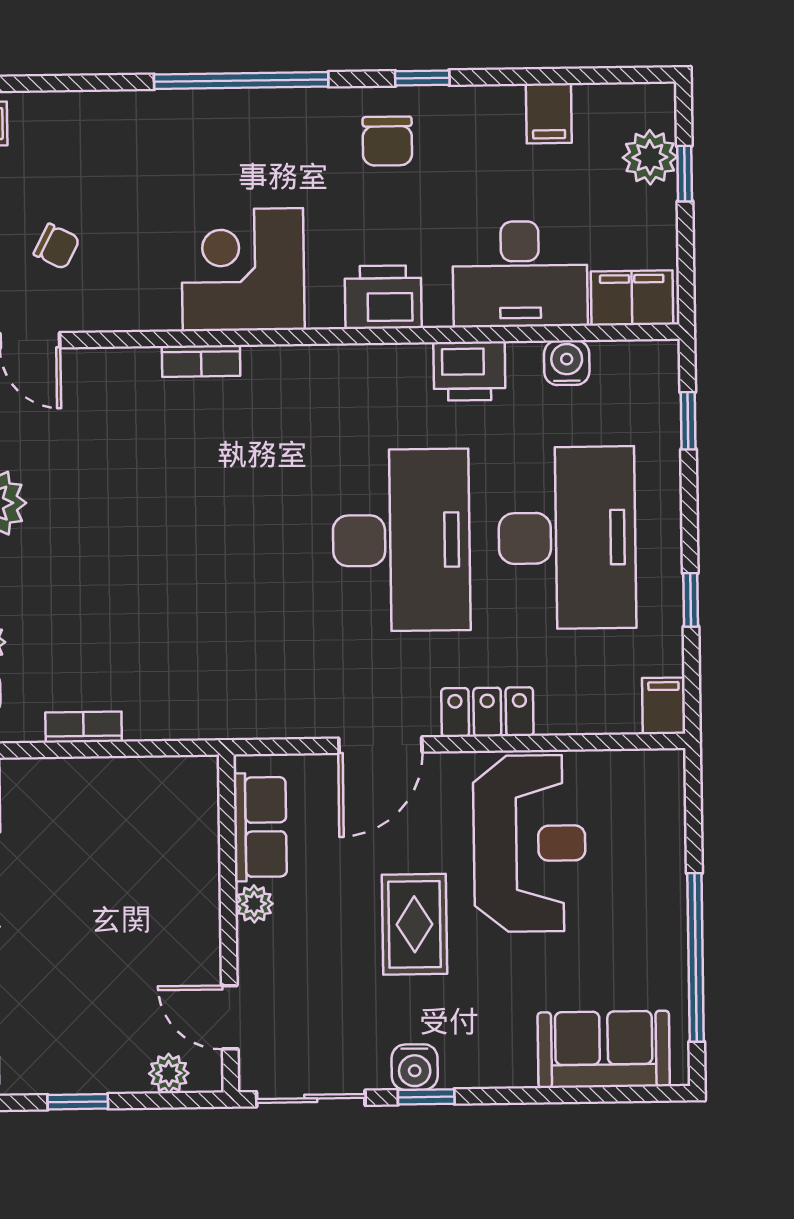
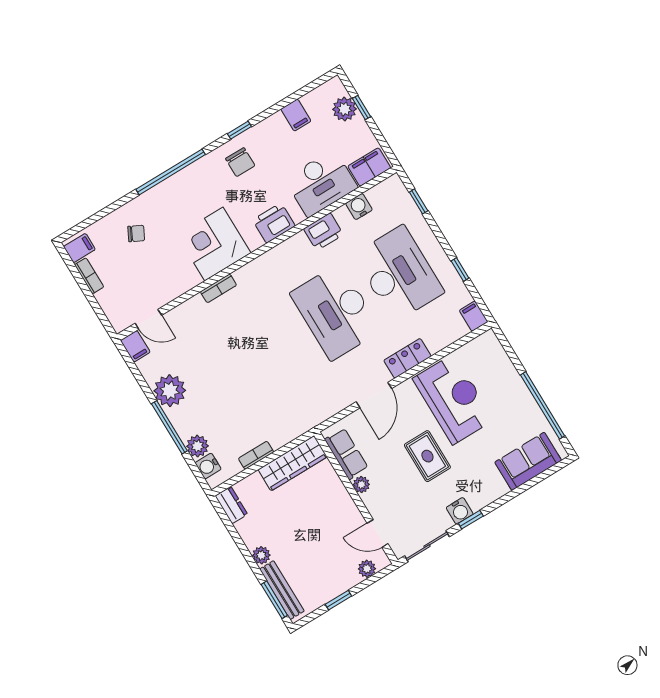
chair: (57, 246) -> (136, 234), moved
desk: (401, 540) -> (336, 312), turned 180
wardrobe: (145, 784) -> (293, 463), added

